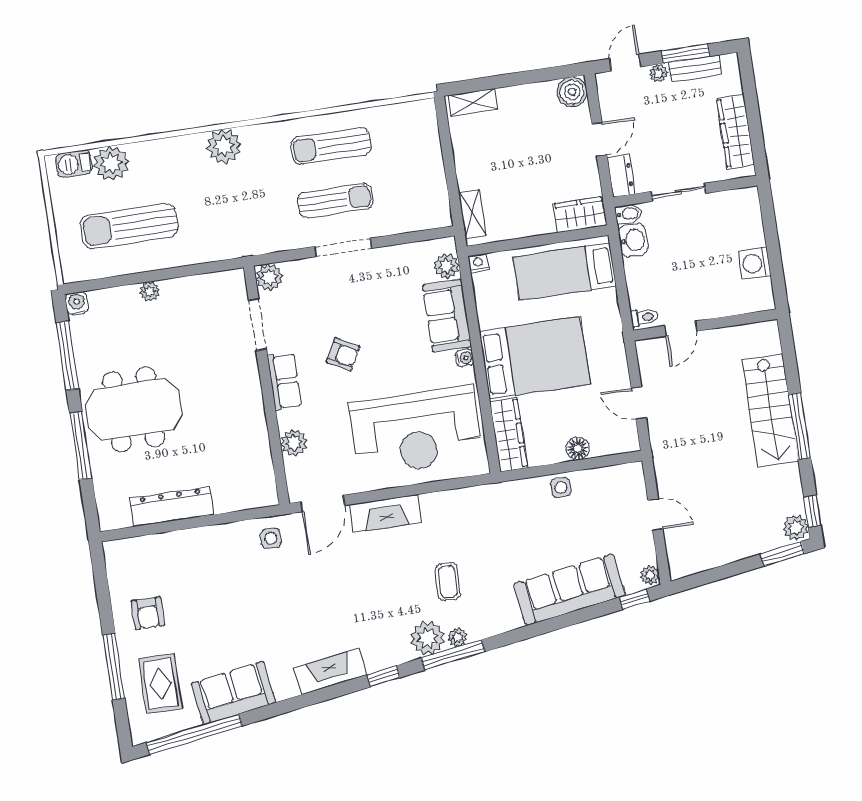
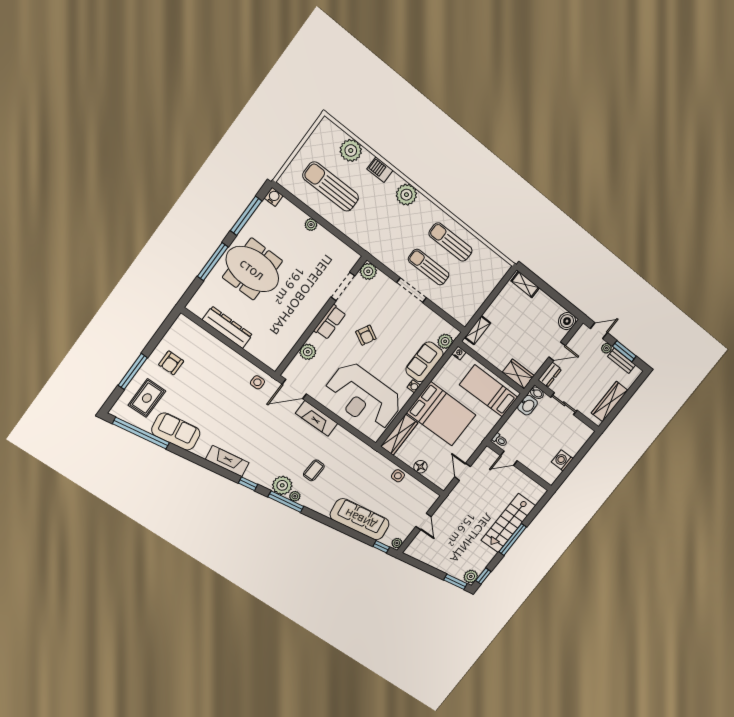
barbecue: (74, 164) -> (380, 170), moved
sun lounger: (335, 201) -> (429, 267), turned 180

